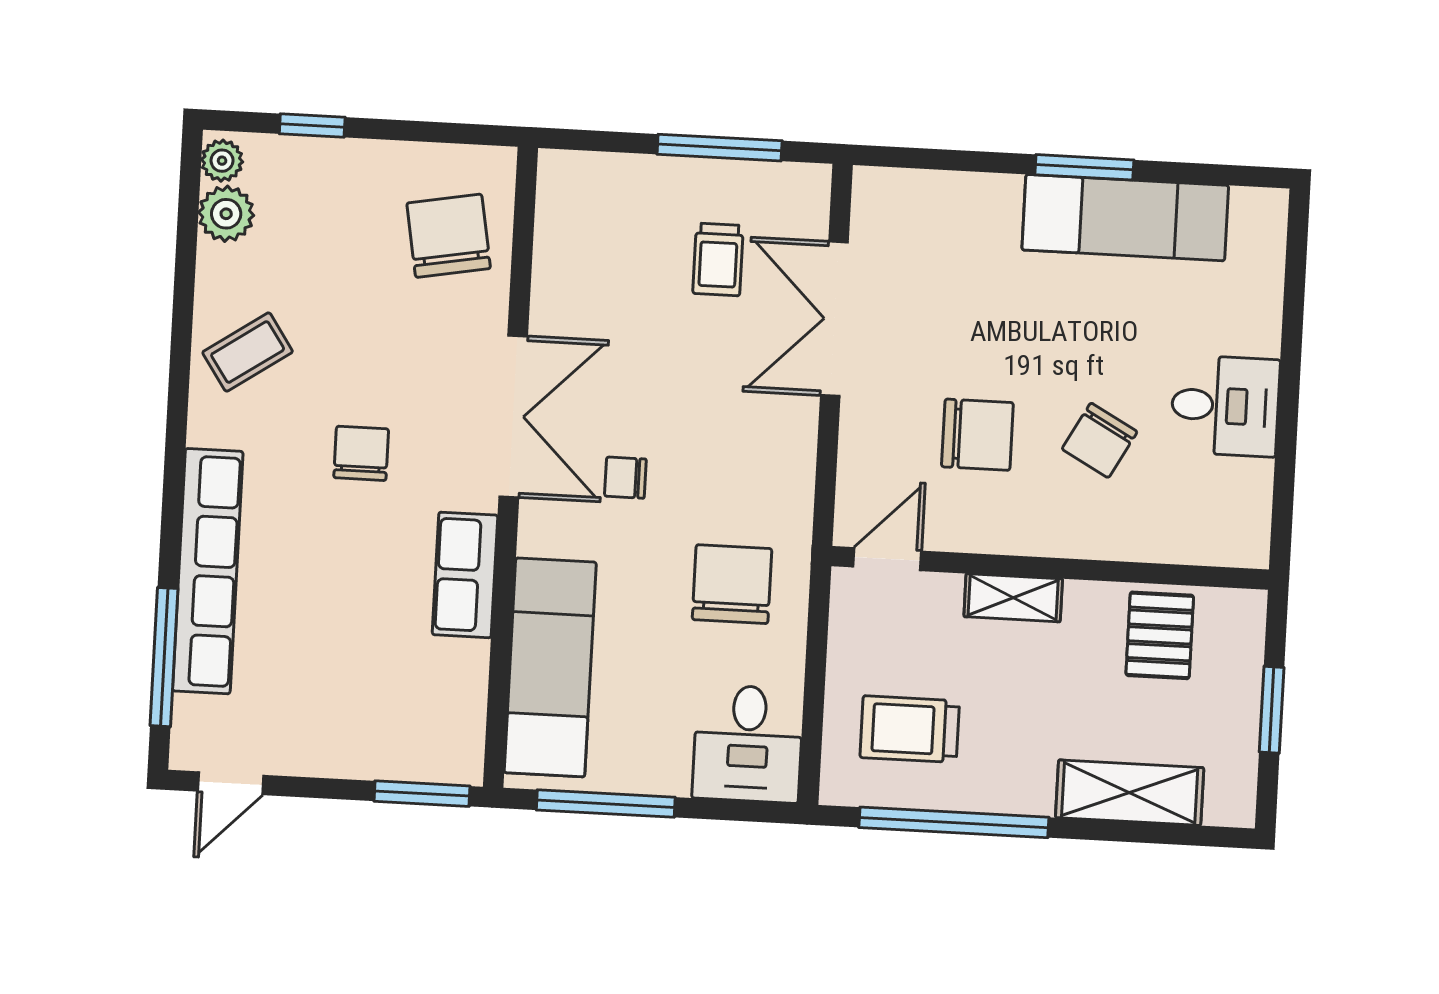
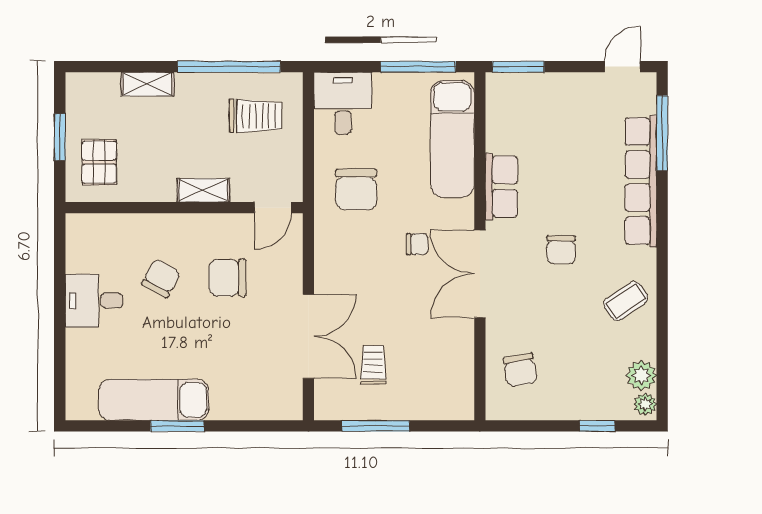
chair: (449, 236) -> (520, 370), width x0.73, depth x0.73
pallet: (1160, 635) -> (99, 162), moved
shelving: (1130, 793) -> (148, 84), width x0.67, depth x0.75

